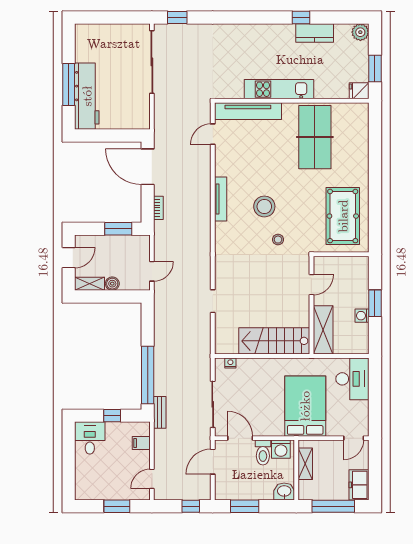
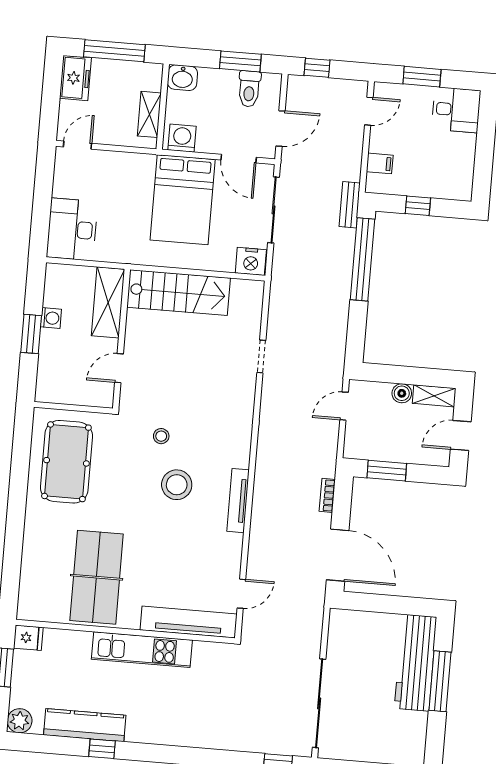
kitchen counter: (315, 33) -> (85, 725), width x1.50
nightstand: (230, 363) -> (251, 261), width x1.89, depth x1.79
bed: (305, 406) -> (183, 200), moved
desk: (90, 438) -> (456, 110), moved, turned -90
toilet: (263, 452) -> (249, 89), moved, turned 180

